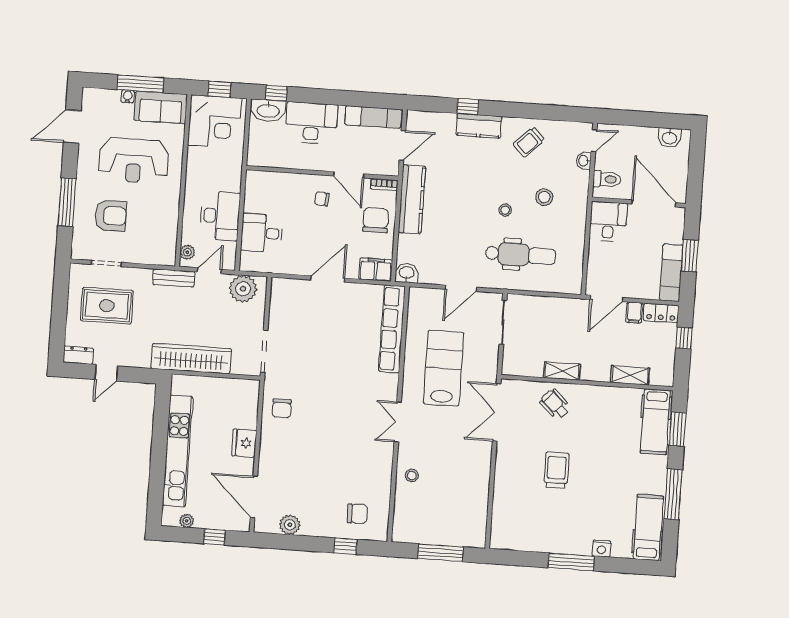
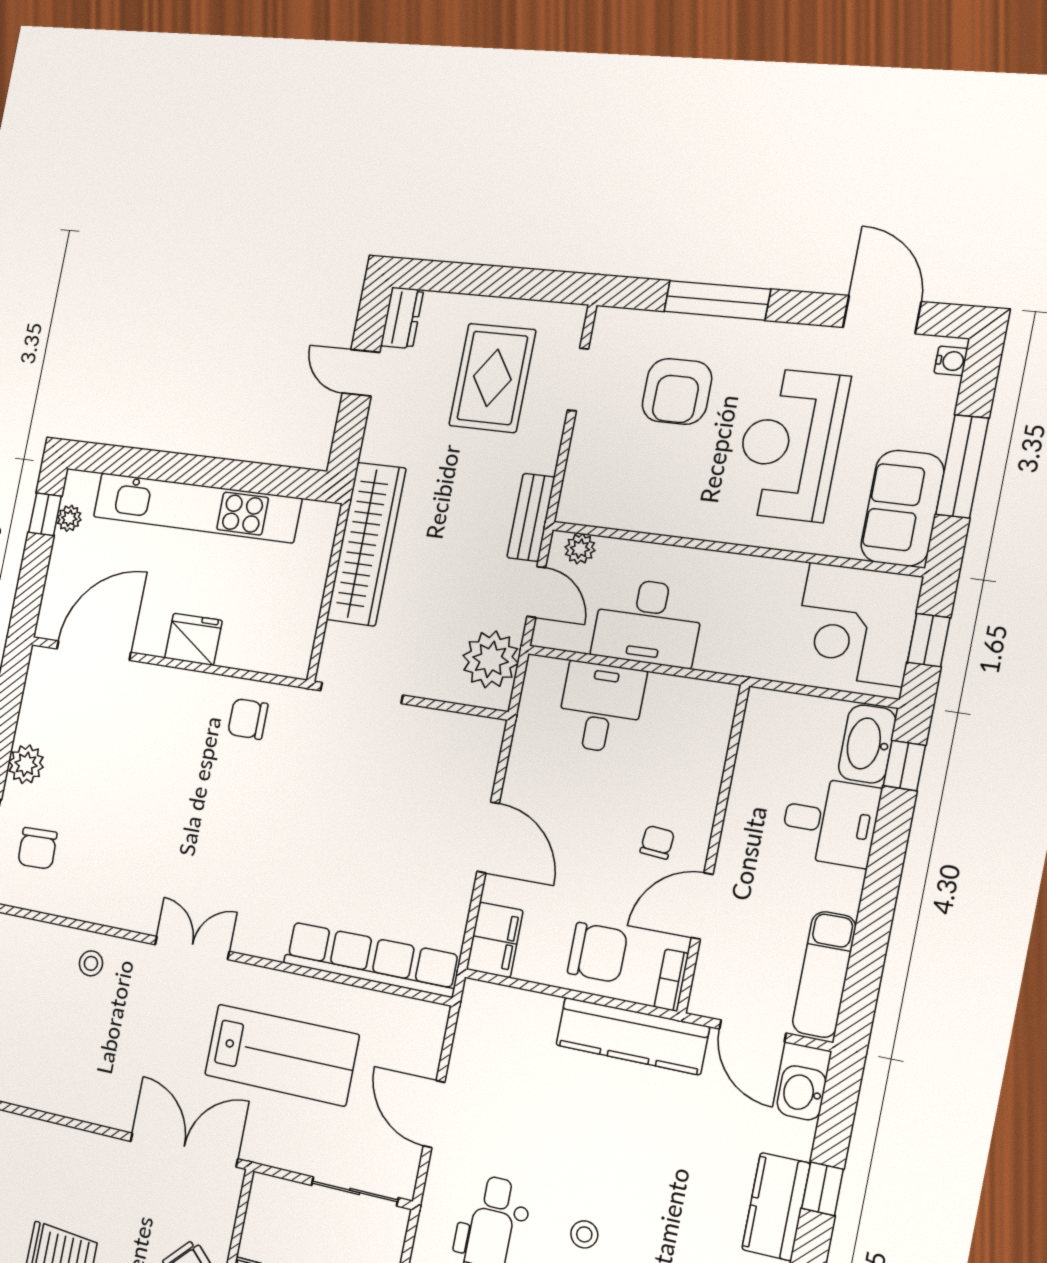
water cooler: (128, 96) -> (951, 361), moved
desk: (311, 123) -> (830, 821), width x0.73
washbasin: (407, 273) -> (802, 1093), moved, turned 180
plant: (290, 525) -> (26, 764), moved
window: (214, 537) -> (45, 514), moved

